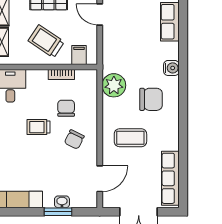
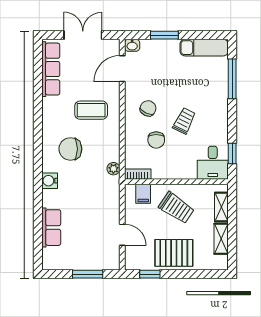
bookcase: (61, 75) -> (138, 174), moved
plant: (114, 85) -> (113, 169), width x0.53, depth x0.53
trolley: (38, 127) -> (184, 121), turned -64
washbasin: (62, 202) -> (132, 45), moved

